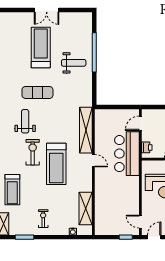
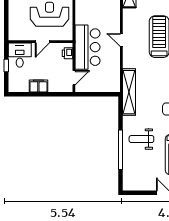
shelving: (86, 130) -> (129, 92), moved

